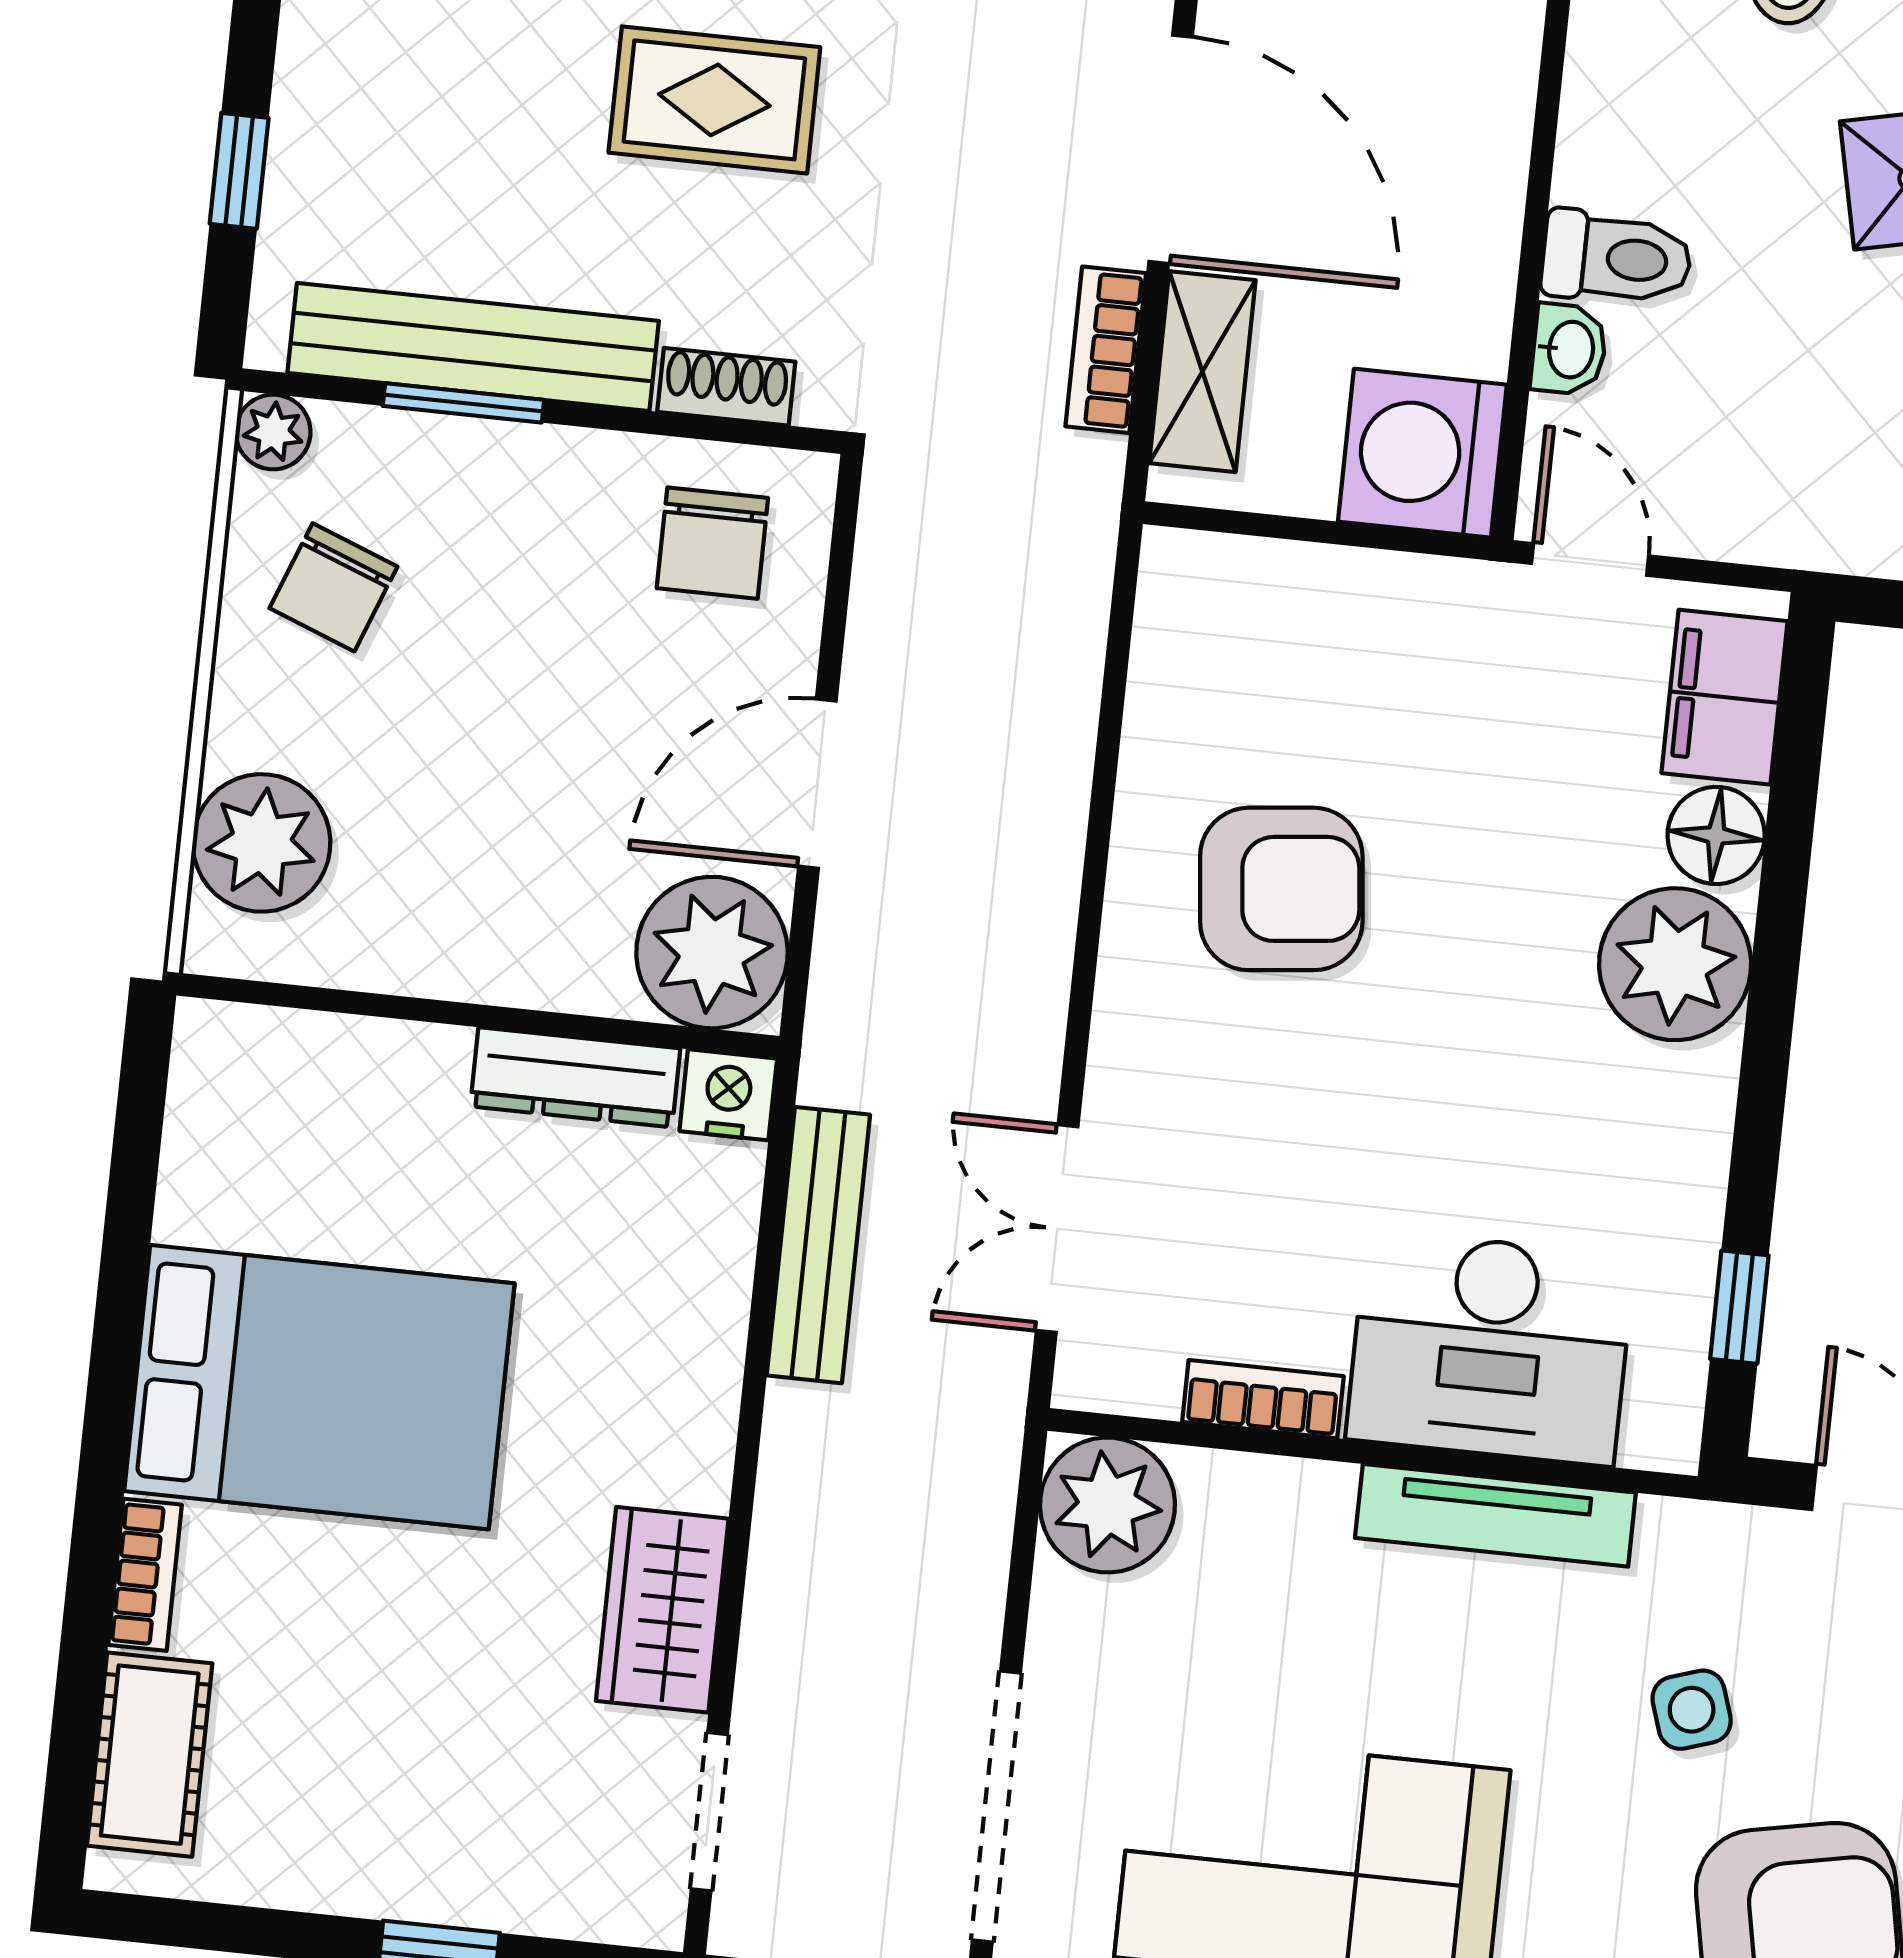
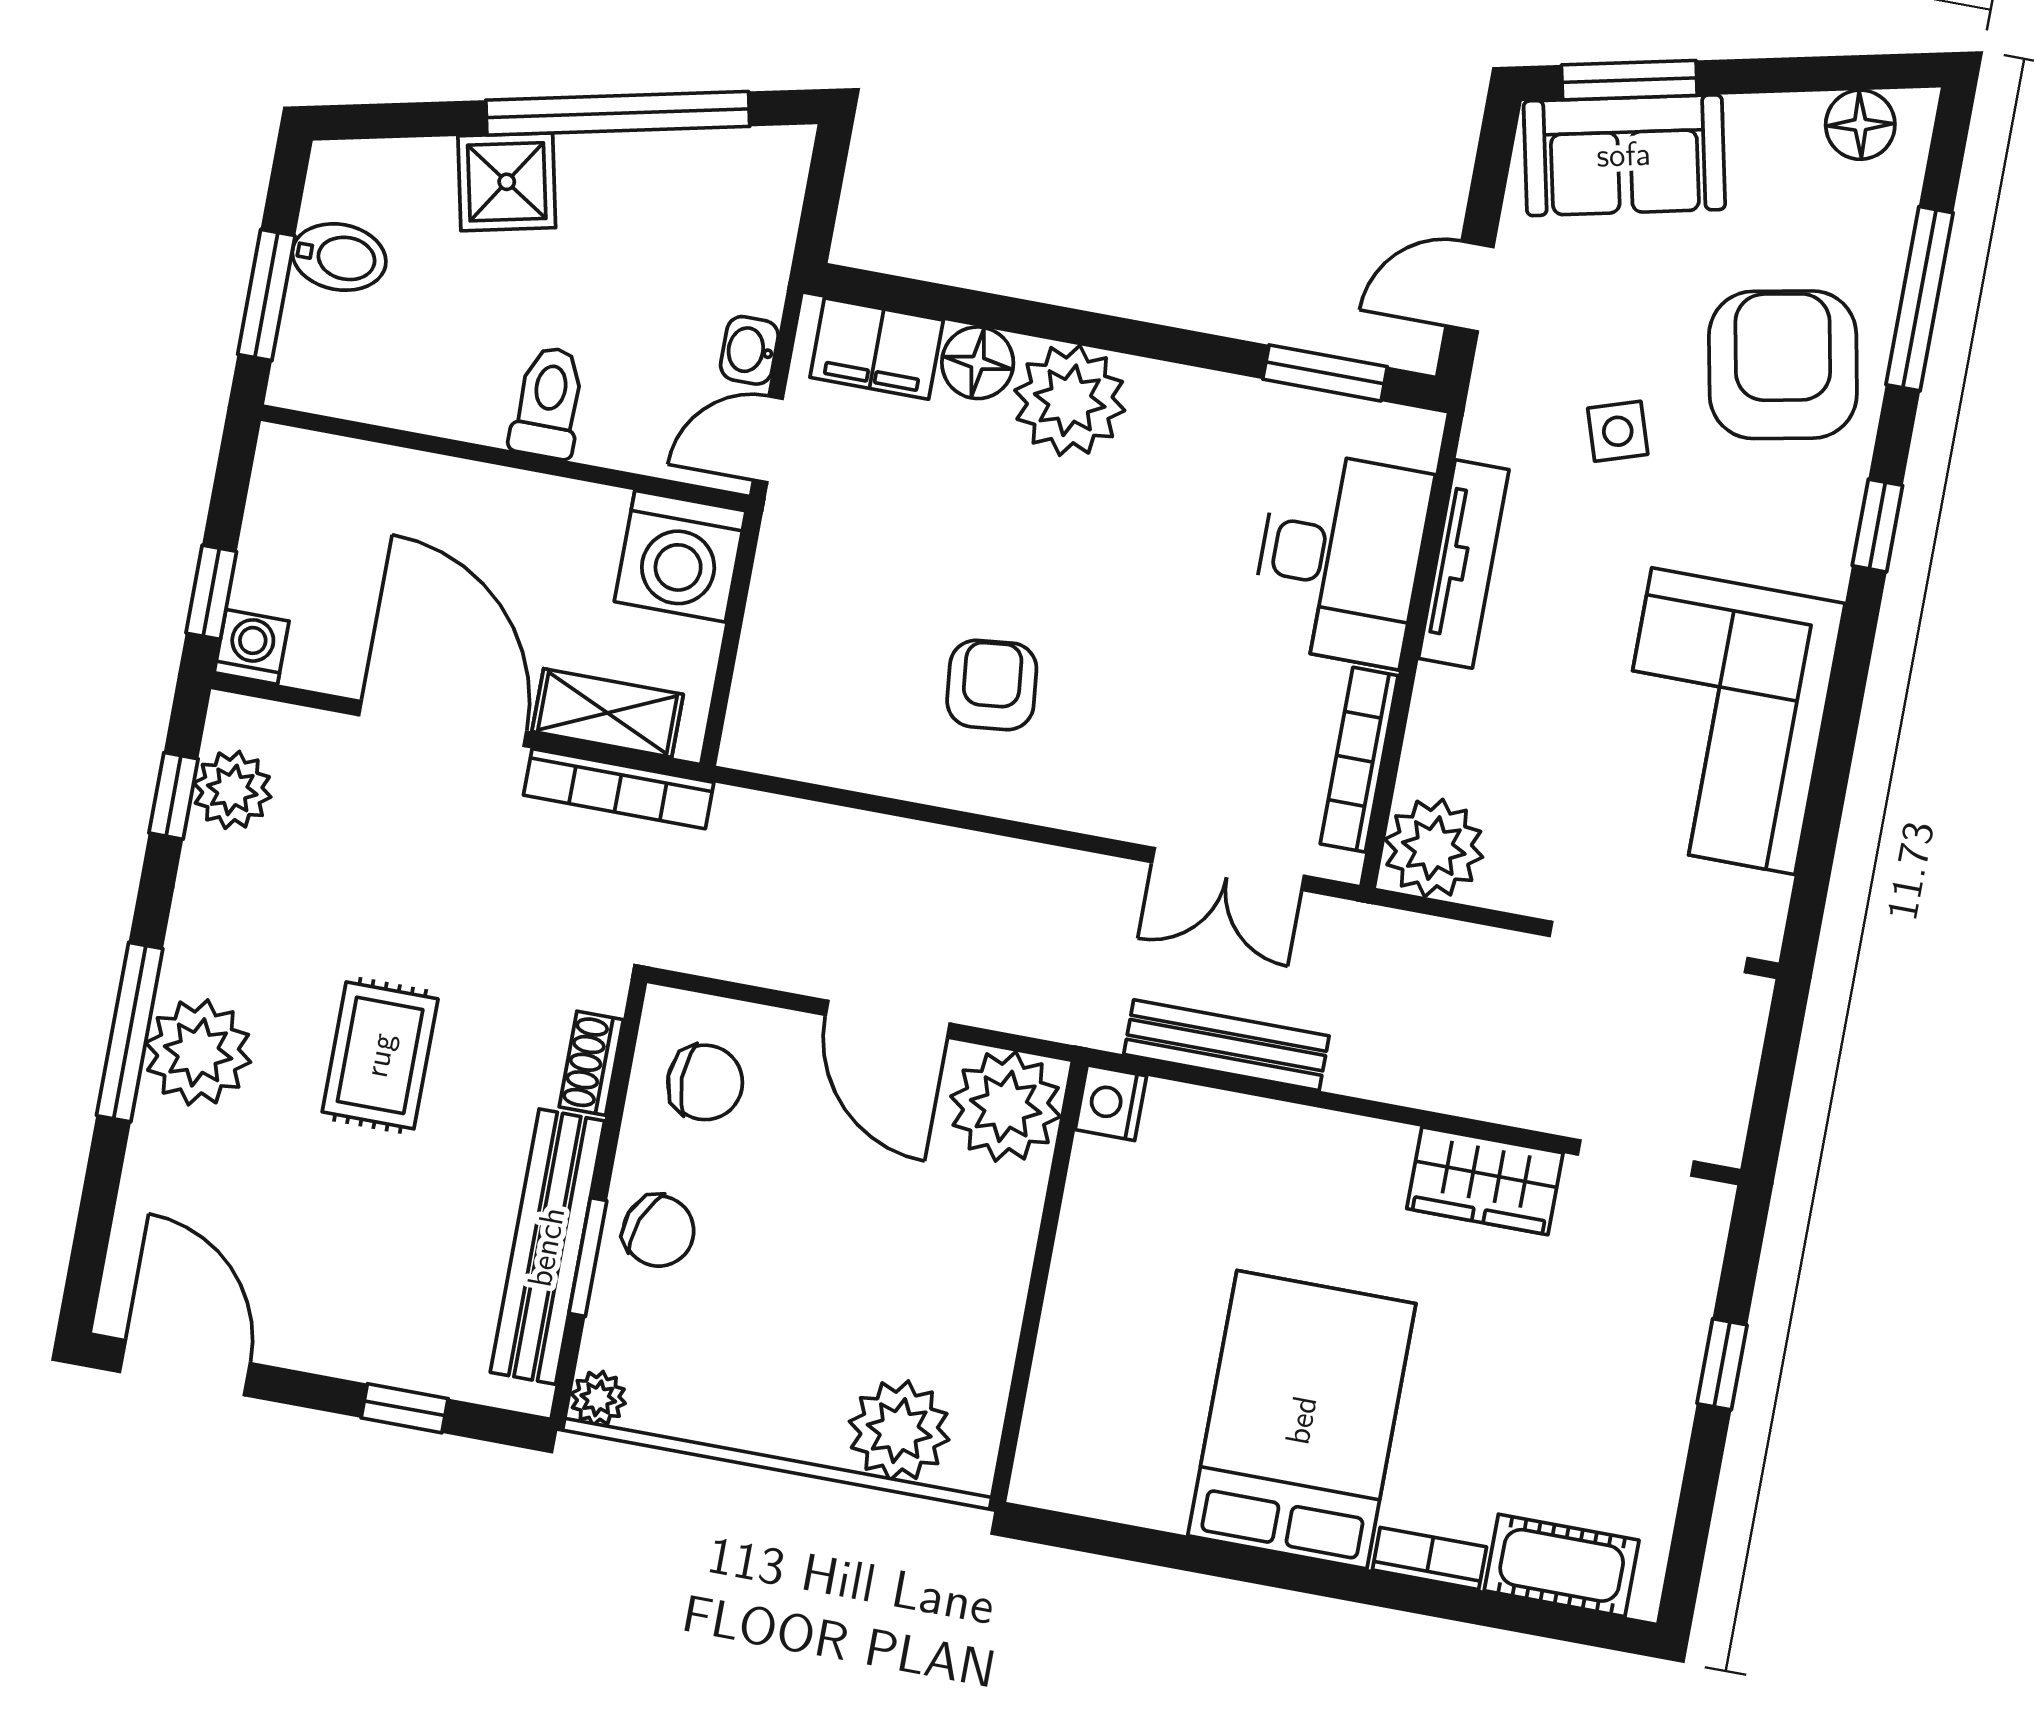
door: (1171, 149) -> (443, 723), hinge flipped
washbasin: (1569, 349) -> (749, 350), moved, turned -90
bookcase: (1106, 350) -> (619, 789), width x1.56
chair: (333, 587) -> (659, 1231), moved
armchair: (1281, 889) -> (992, 685), width x0.72, depth x0.72
dresser: (575, 1077) -> (1089, 1214), removed
window: (1739, 1307) -> (1325, 373), width x1.50
bookcase: (1263, 1399) -> (1359, 760), width x1.56

